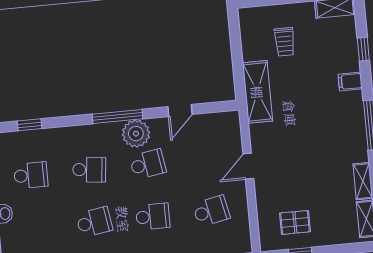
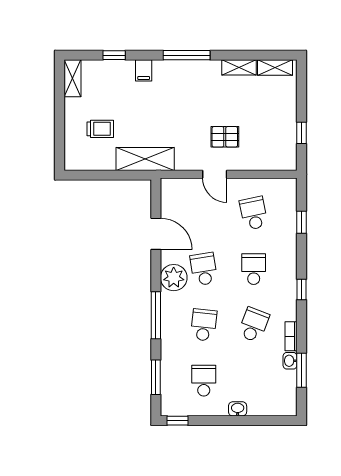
door: (180, 111) -> (156, 234), width x1.38
window: (117, 116) -> (156, 315), moved
window: (30, 125) -> (156, 377), width x1.50
school desk: (94, 222) -> (254, 325), turned 30
pallet: (295, 222) -> (225, 137), moved, turned 90

